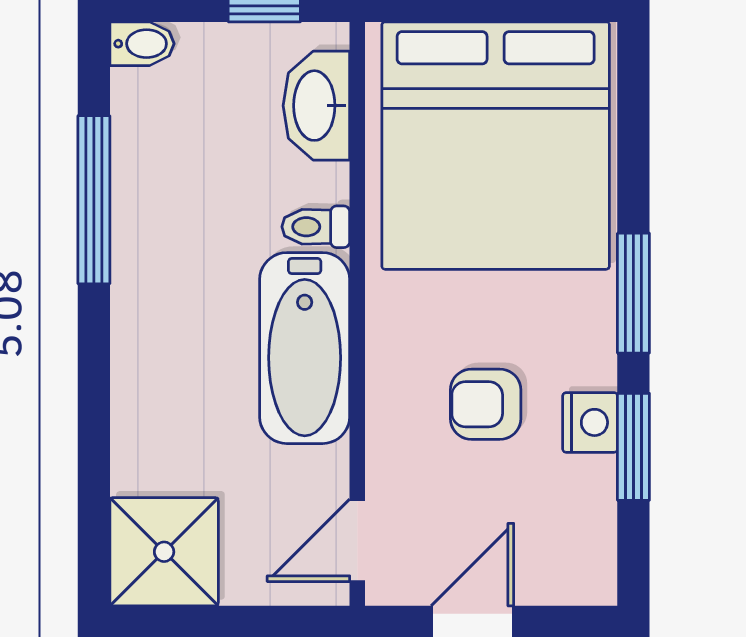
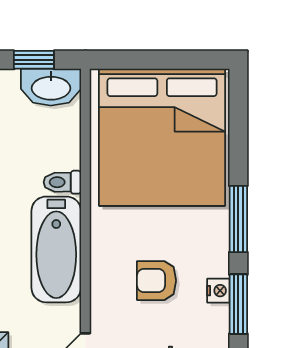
washbasin: (316, 106) -> (51, 87), moved, turned -90
nightstand: (590, 422) -> (218, 291), width x0.72, depth x0.74

